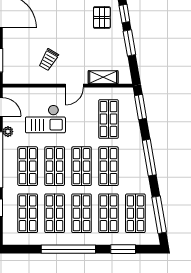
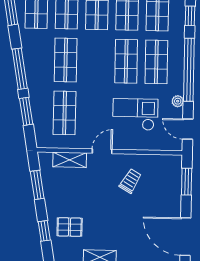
pallet: (102, 18) -> (70, 227), turned 90
window: (129, 43) -> (37, 185), moved
window: (140, 107) -> (26, 111), moved
shop shelf: (82, 166) -> (96, 61), removed

